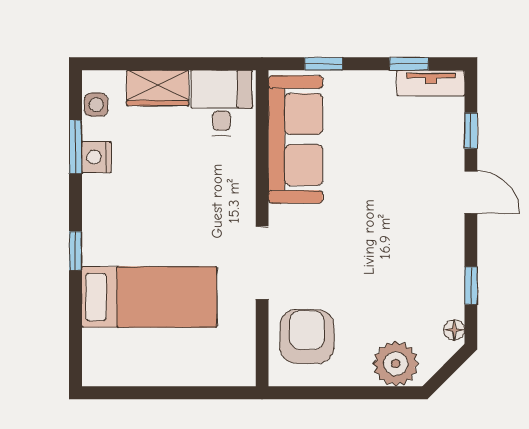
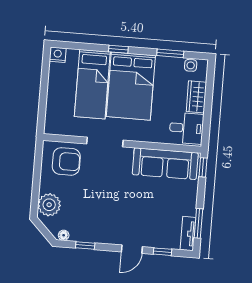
window: (324, 64) -> (203, 167), moved
window: (409, 64) -> (198, 223), width x1.50
nightstand: (96, 157) -> (58, 55), moved
bed: (147, 220) -> (131, 86), added

